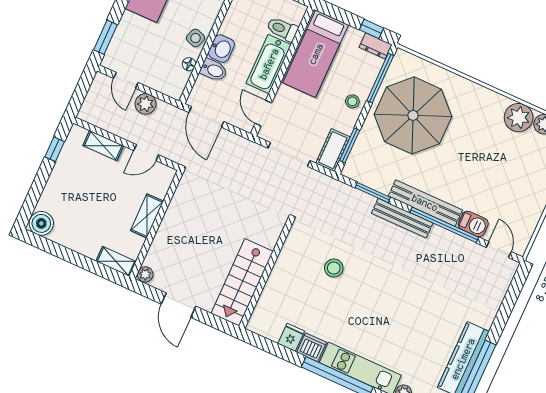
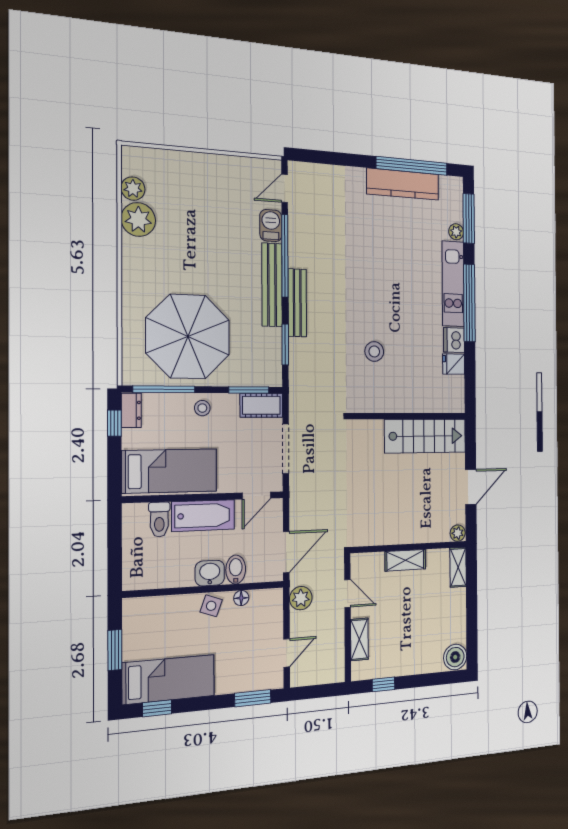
plant: (146, 104) -> (301, 598), moved

